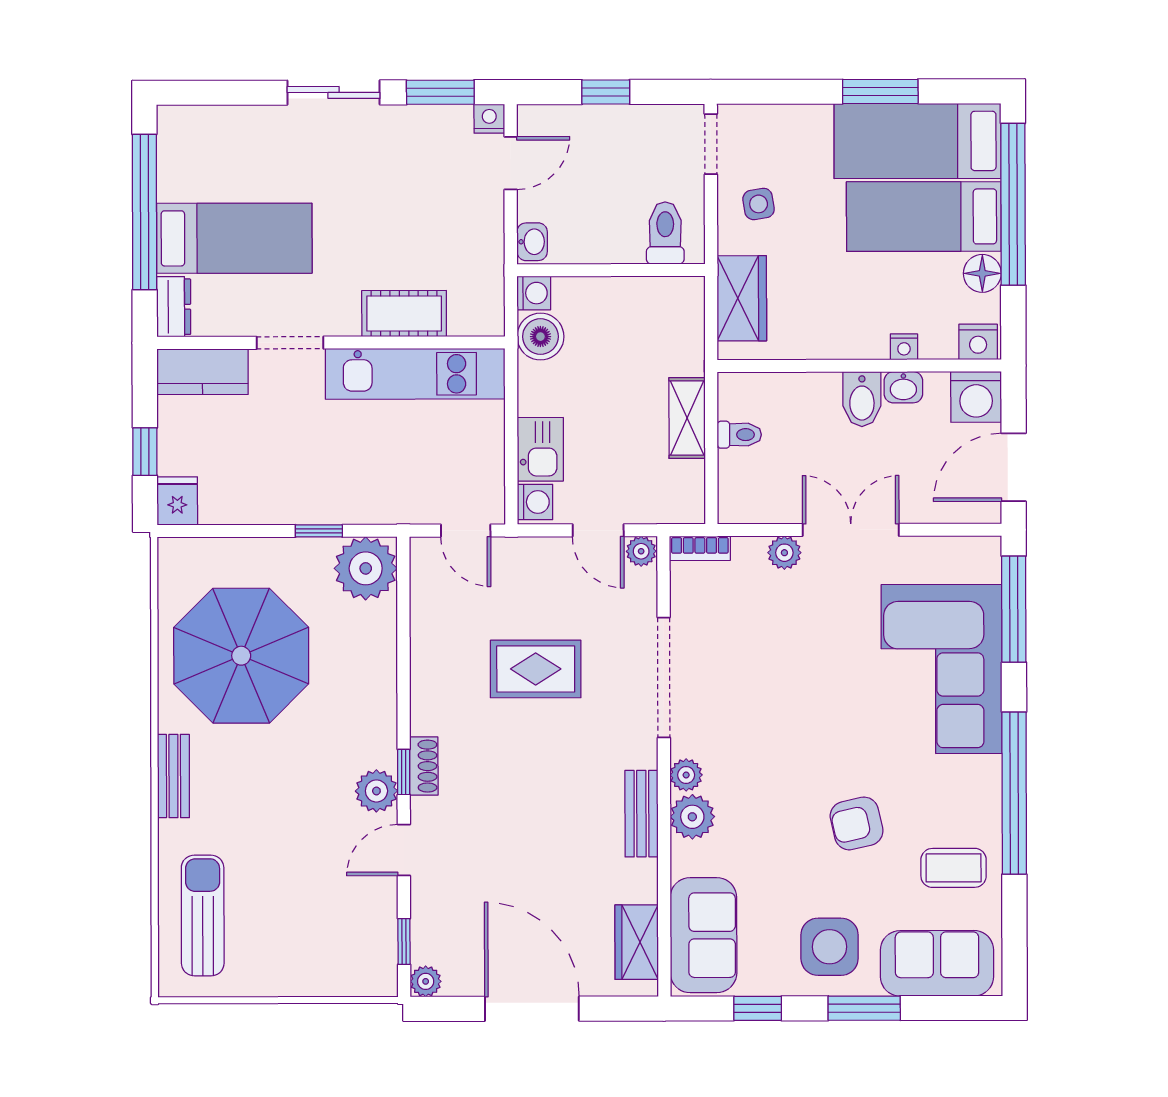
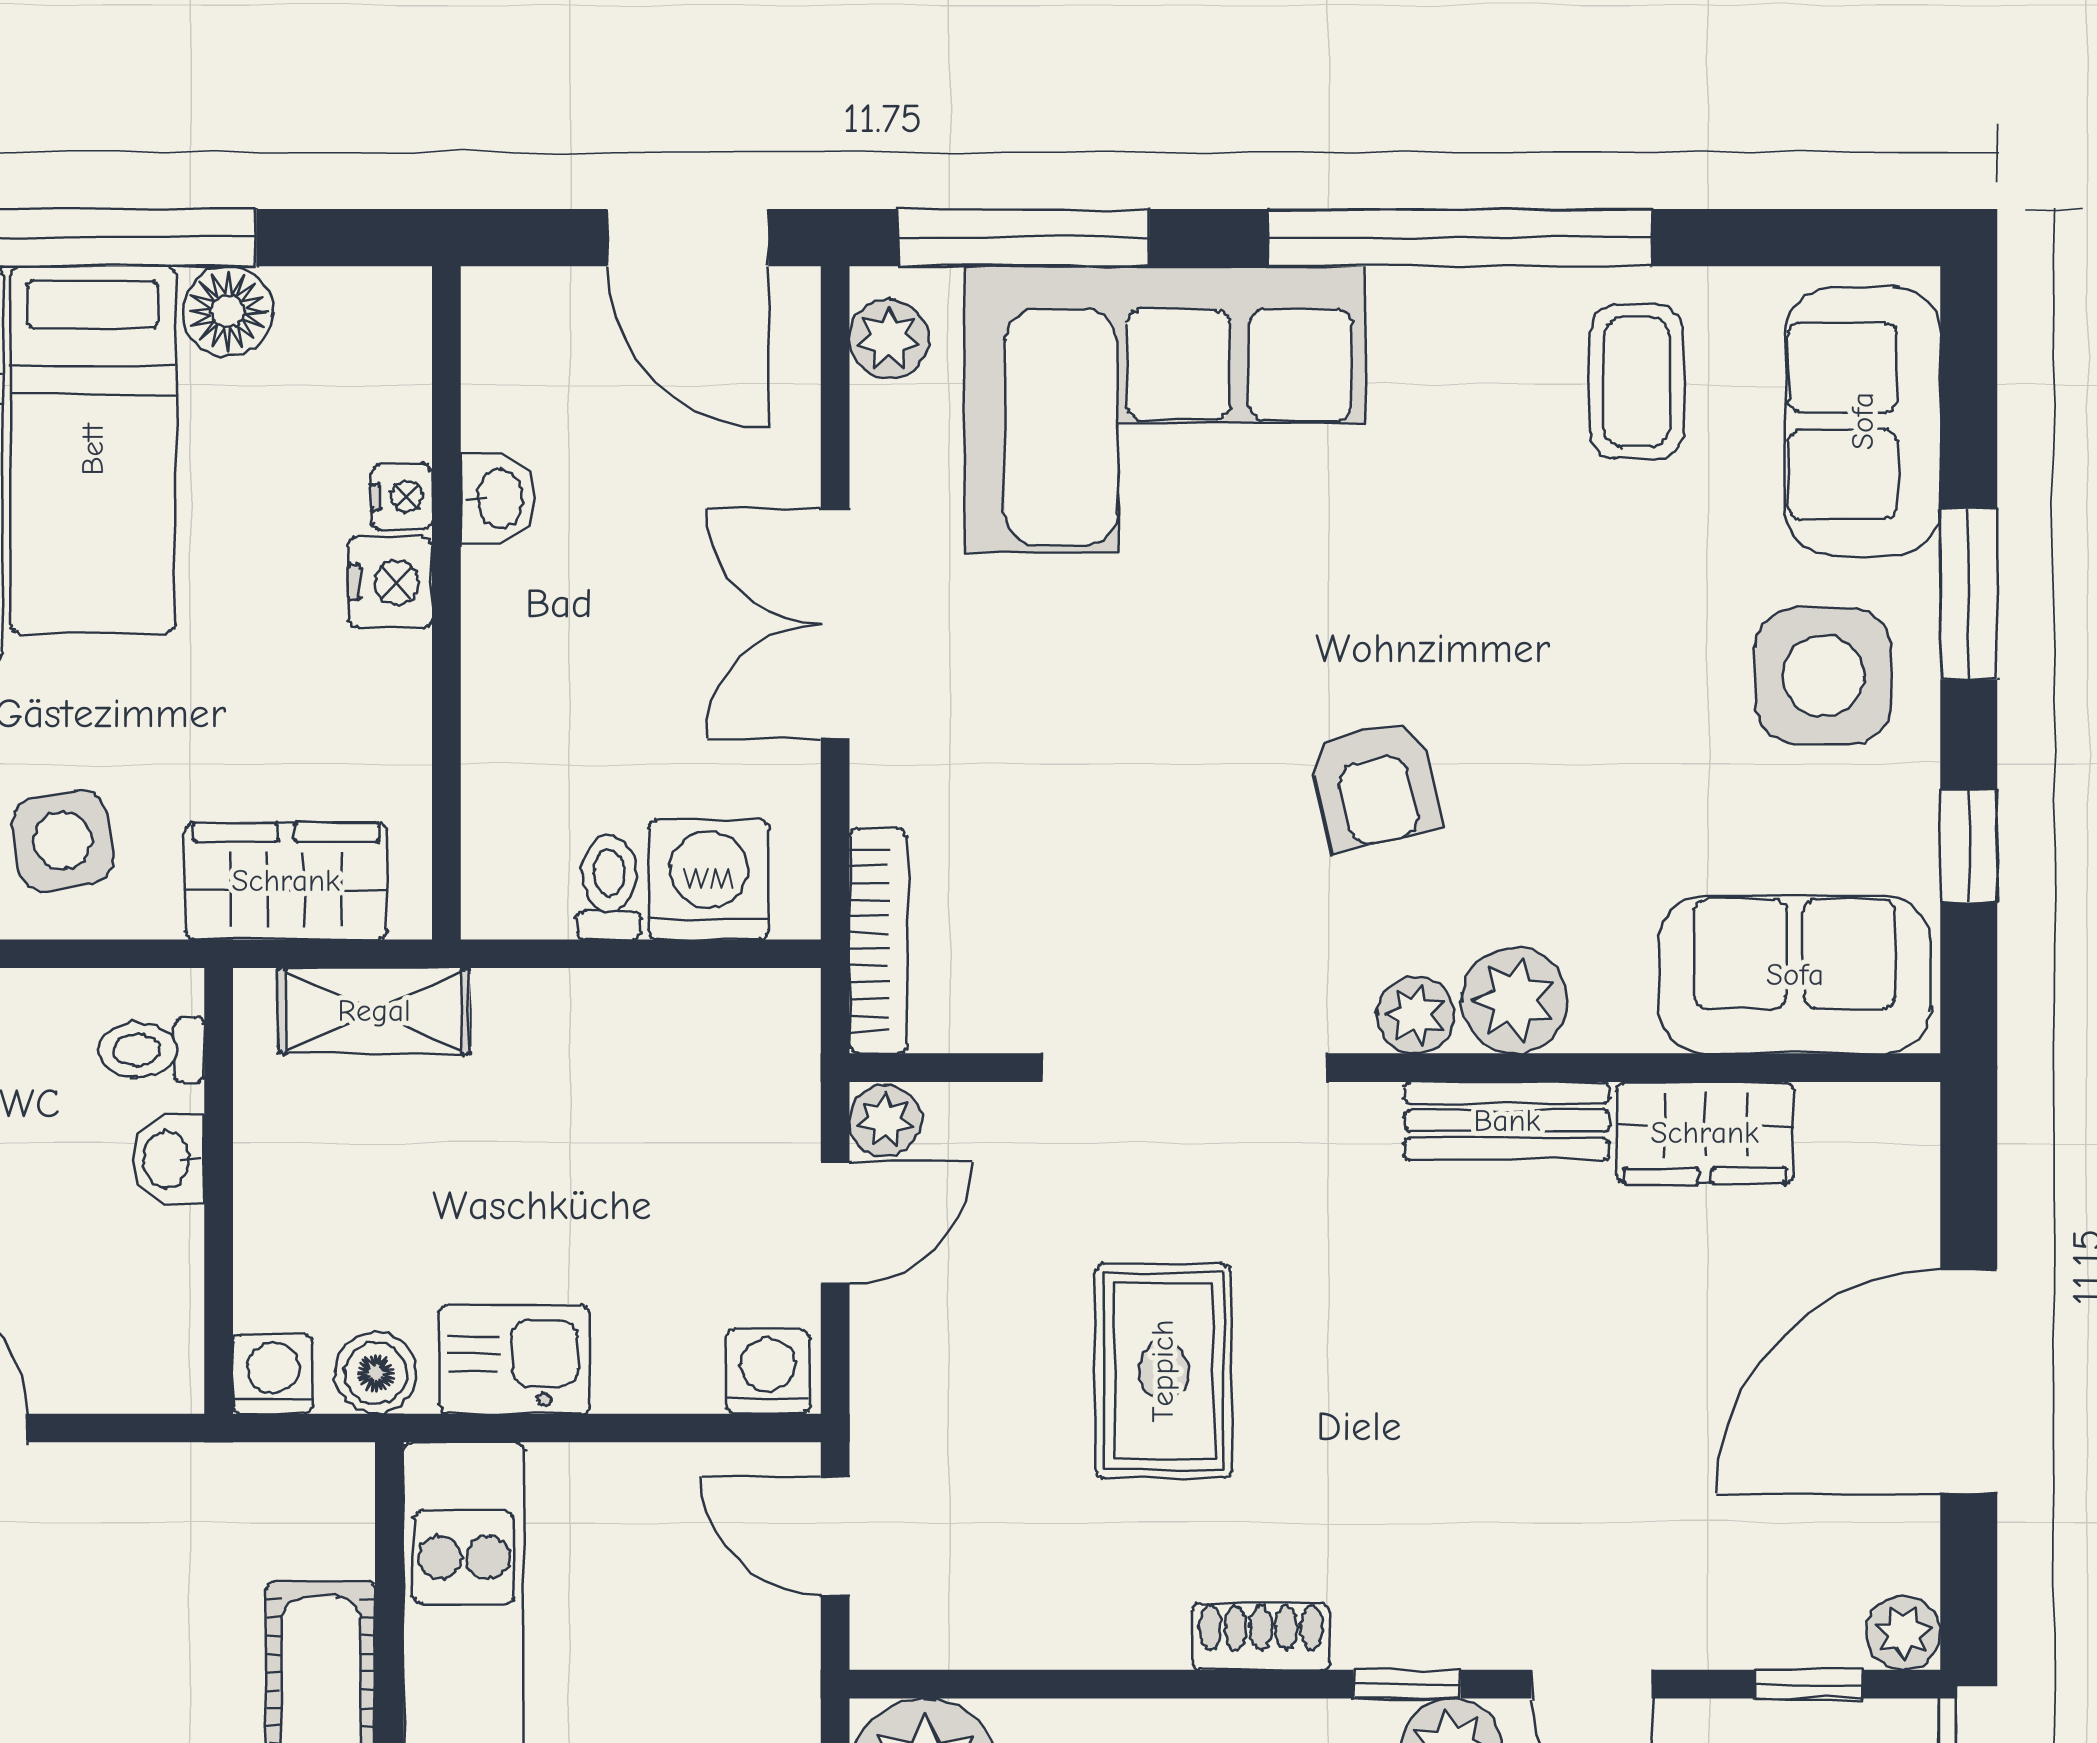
side table: (759, 204) -> (63, 841), width x1.37, depth x1.37
toilet: (665, 233) -> (151, 1050), width x0.73, depth x0.72
washbasin: (532, 242) -> (168, 1159), moved, turned -90
boiler: (540, 337) -> (376, 1373), width x0.73, depth x0.73
nightstand: (978, 342) -> (390, 582), moved
washing machine: (976, 397) -> (709, 879), moved, turned -90
bidet: (862, 399) -> (526, 597), removed
shelving: (687, 418) -> (374, 1011), moved
kitchen sink: (540, 449) -> (514, 1359), moved
door: (466, 531) -> (835, 1536), swing flipped
bookcase: (700, 548) -> (878, 941), width x1.56
plant: (784, 553) -> (889, 339), moved
shoe rack: (424, 766) -> (1261, 1636), moved
armchair: (857, 823) -> (1375, 784), moved
wardrobe: (637, 942) -> (1705, 1133), moved

